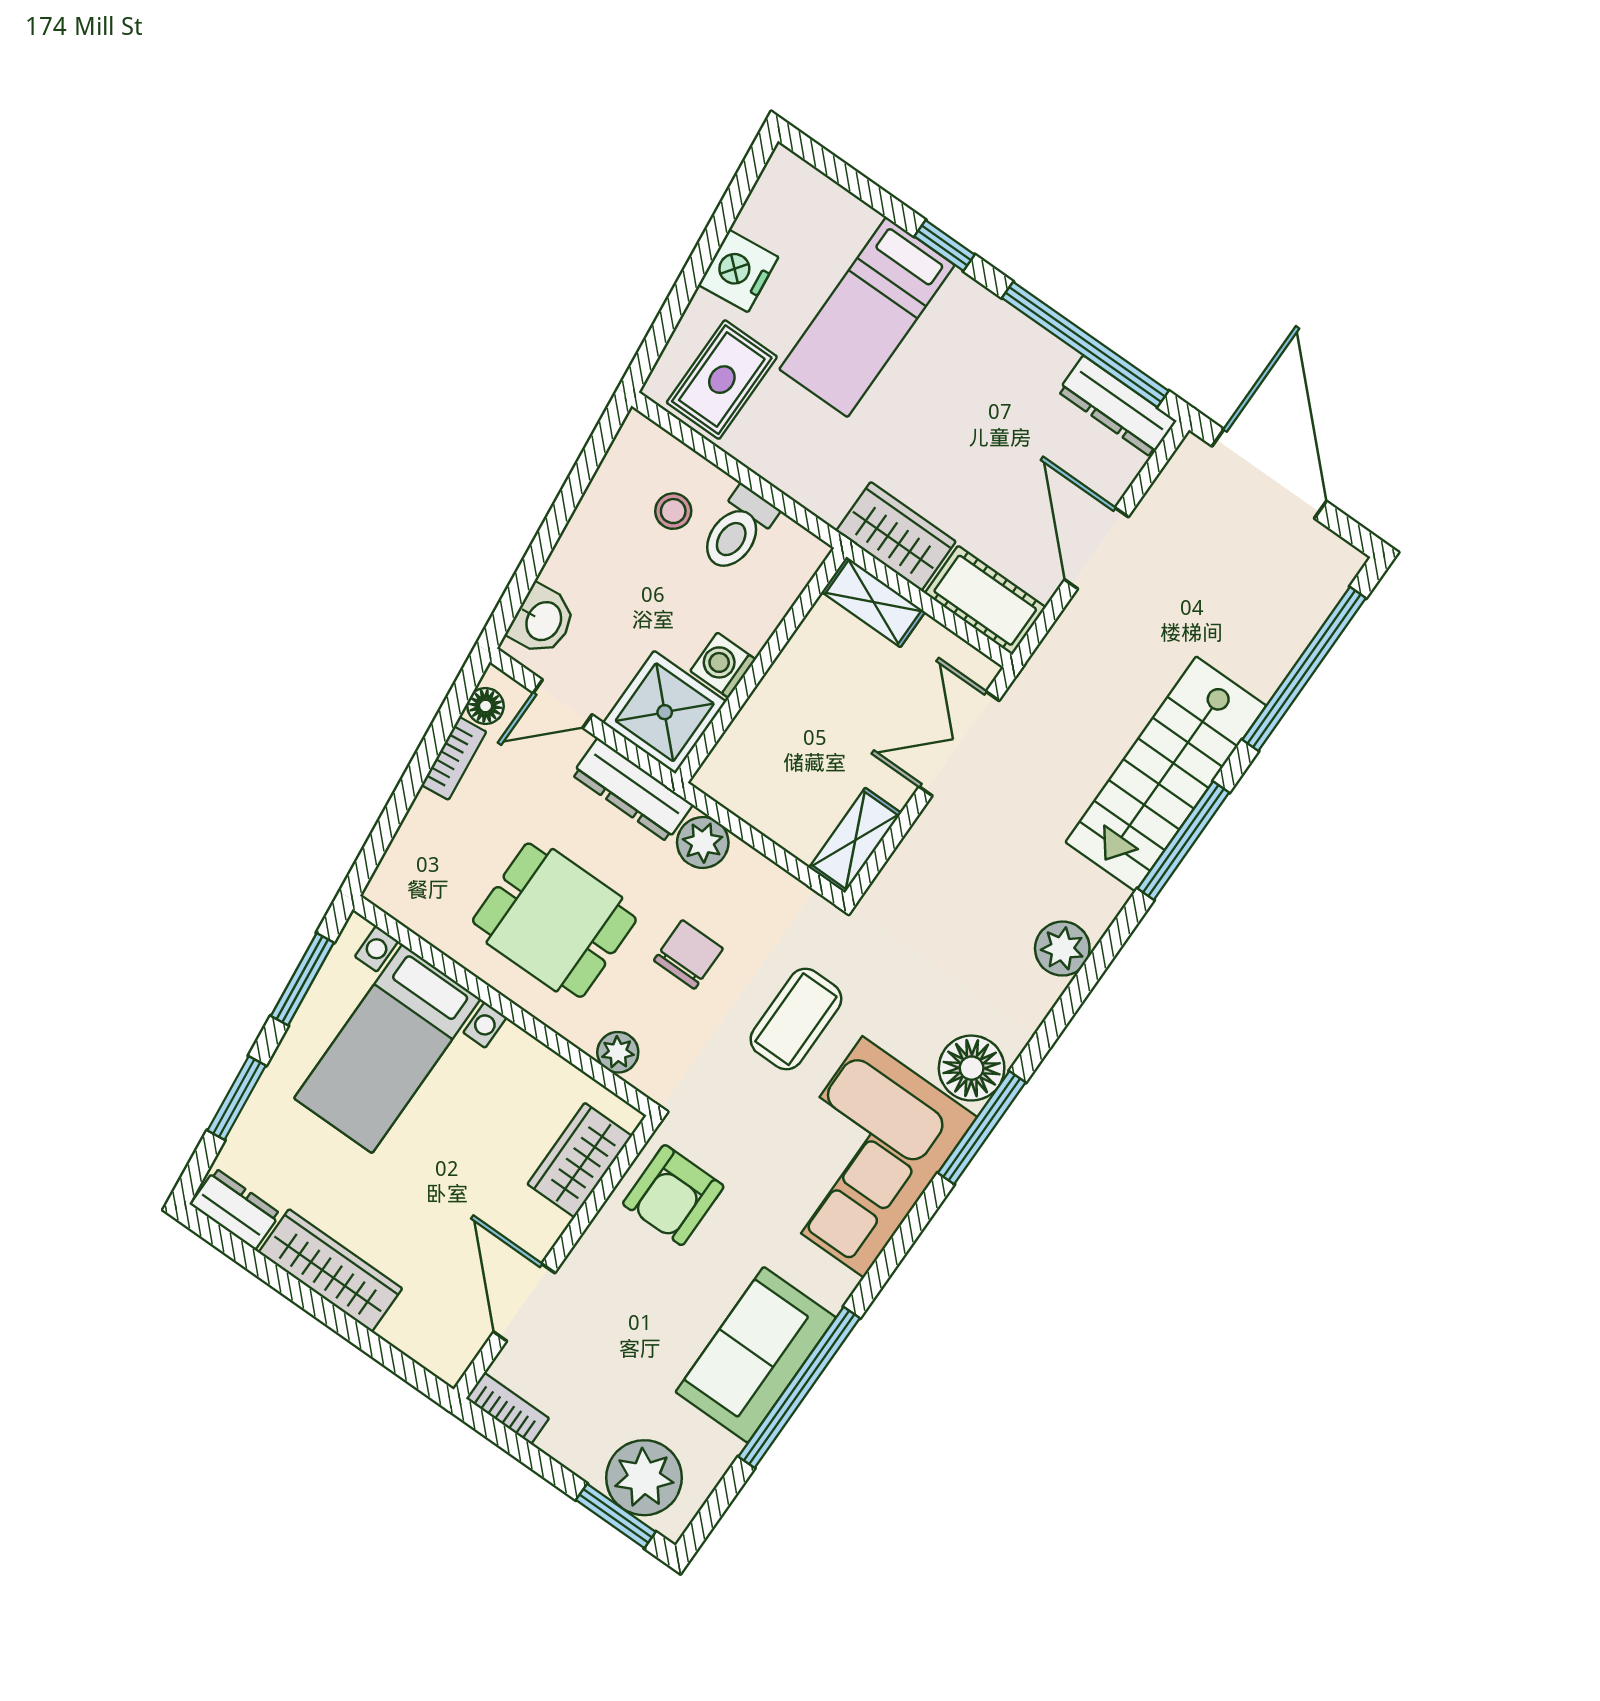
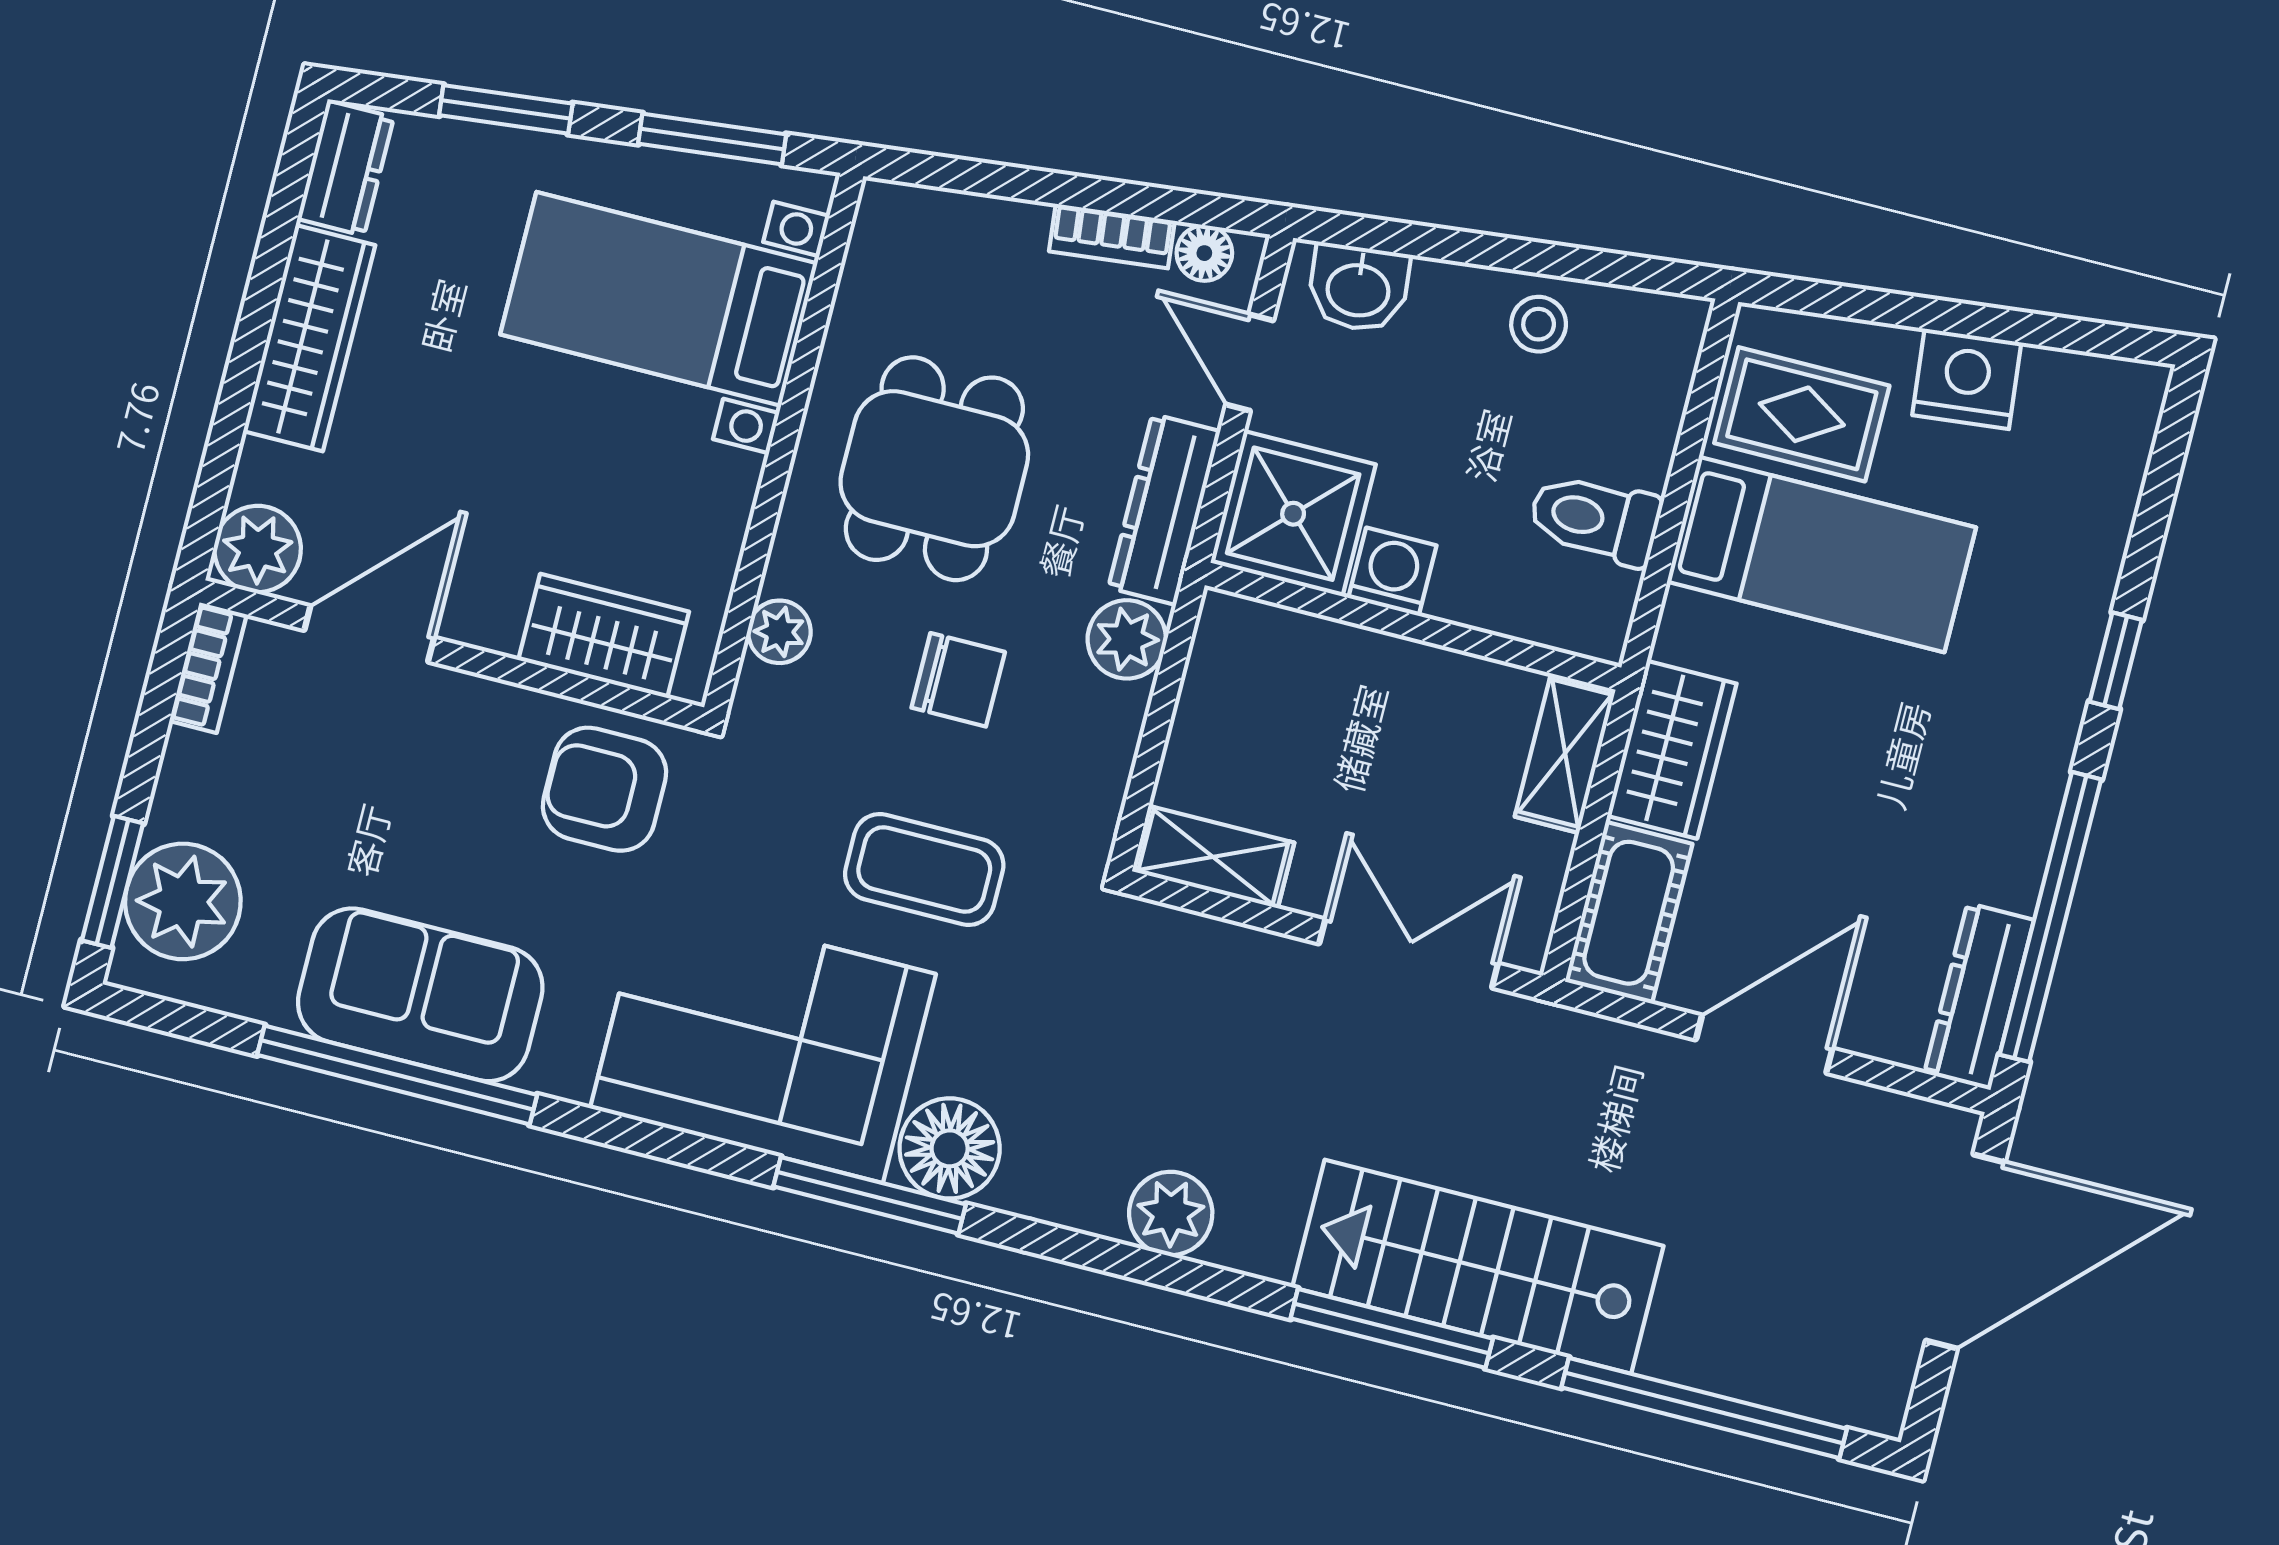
bed: (867, 317) -> (1822, 554), moved, turned 180
stool: (673, 511) -> (1539, 324), moved
plant: (447, 1351) -> (258, 549), added

